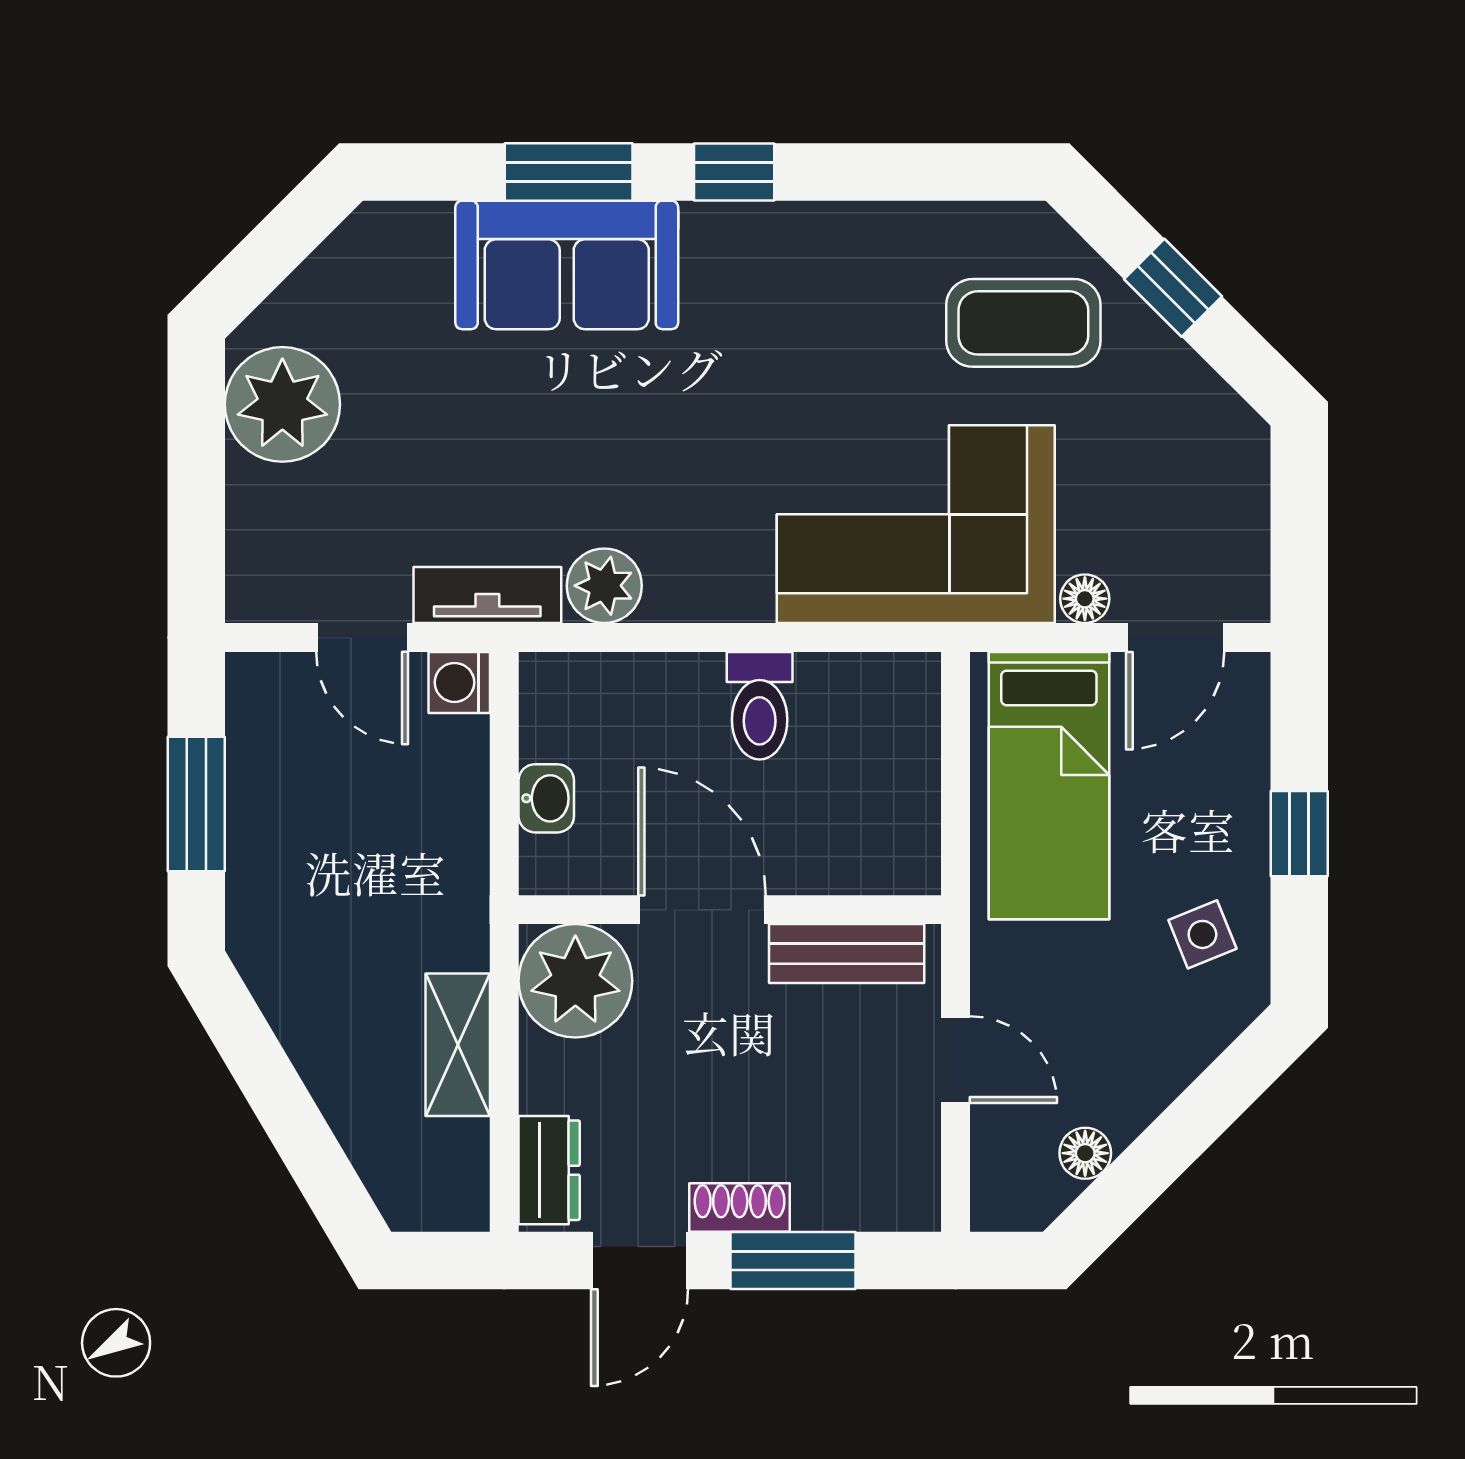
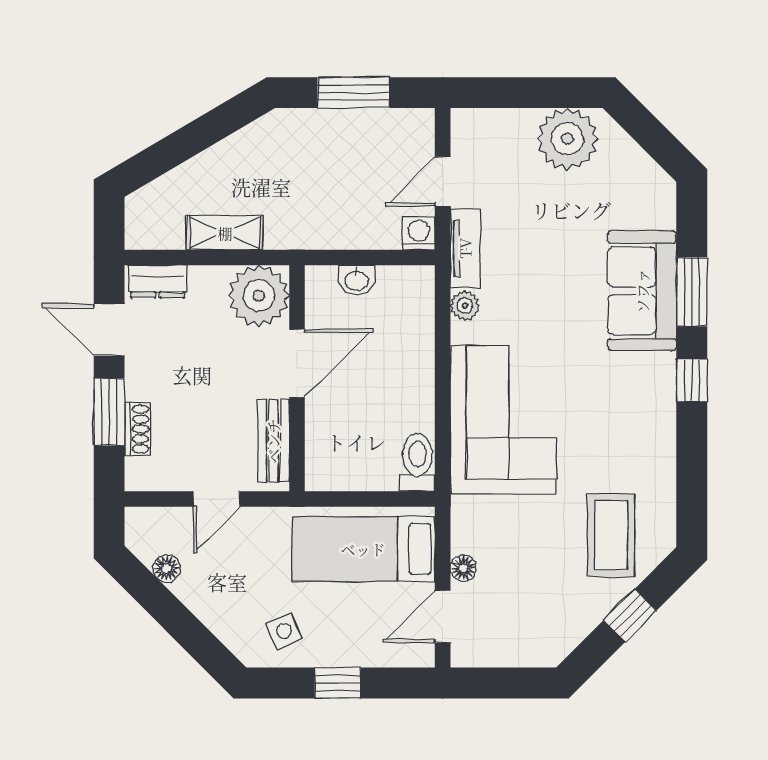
corner sofa: (916, 524) -> (503, 420), moved
plant: (604, 586) -> (465, 306), width x0.73, depth x0.73
door: (1175, 637) -> (443, 617), hinge flipped
toilet: (760, 706) -> (417, 462), moved, turned 90
shoe rack: (740, 1208) -> (138, 429), moved

